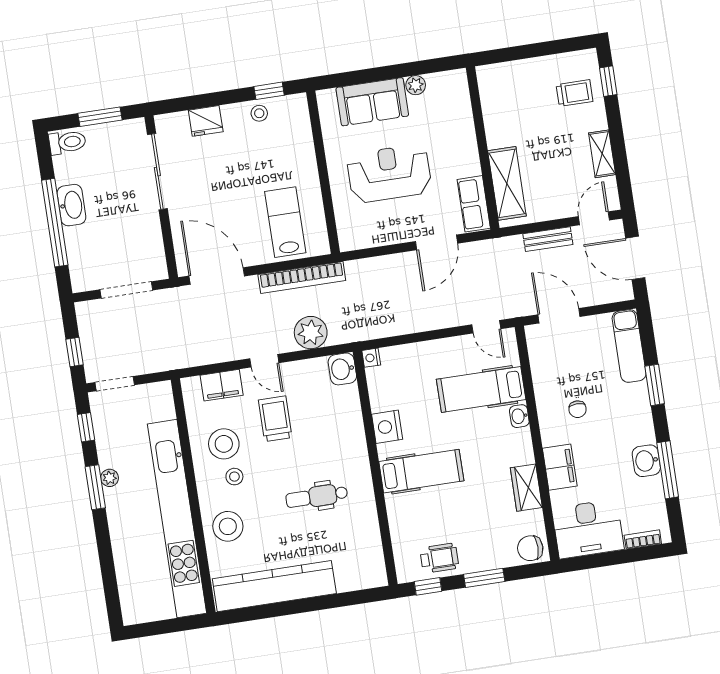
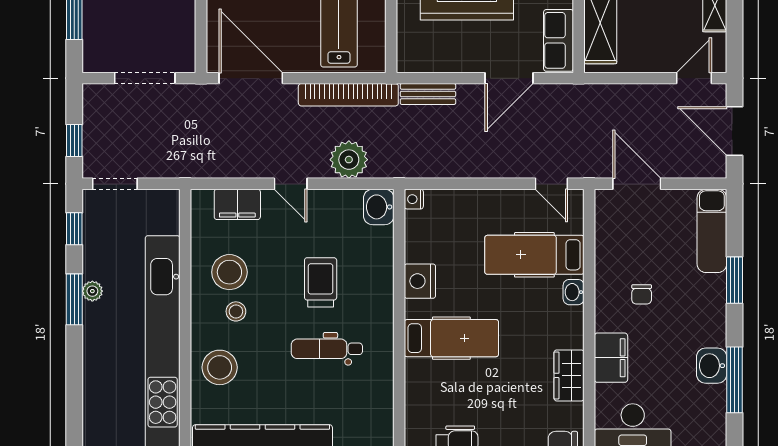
bench: (548, 239) -> (428, 94), moved
trolley: (275, 419) -> (321, 282), moved

